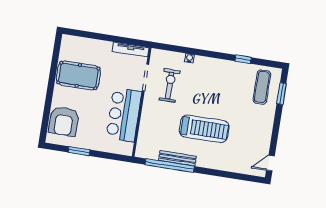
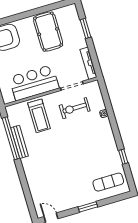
window: (93, 36) -> (85, 28), added
exercise bike: (170, 85) -> (75, 108), turned 180
window: (281, 94) -> (88, 207), moved
treadmill: (204, 129) -> (39, 116), moved, width x0.73, depth x0.73

